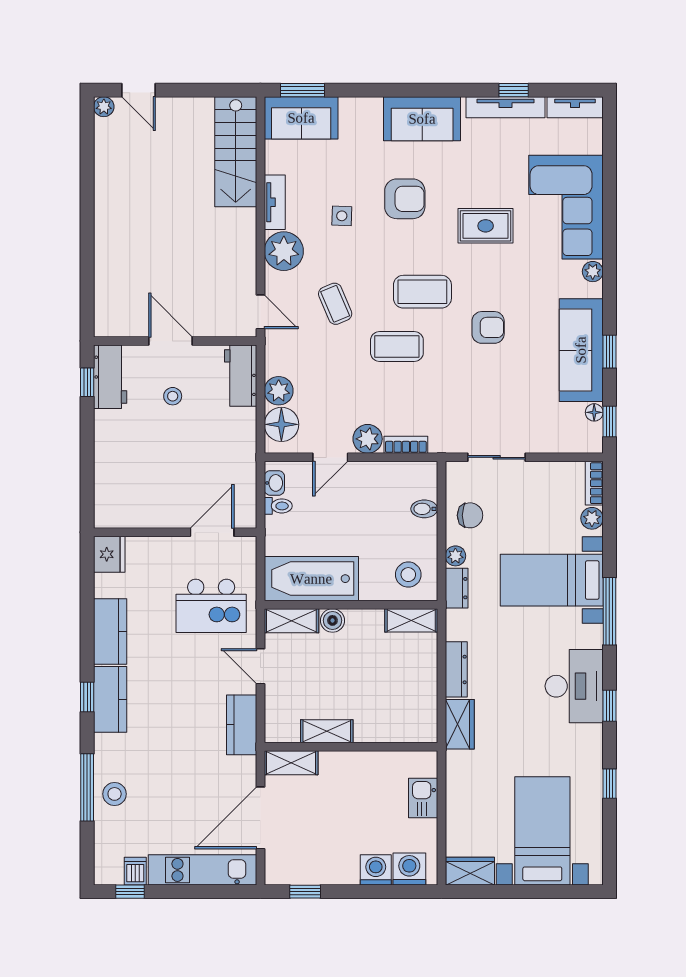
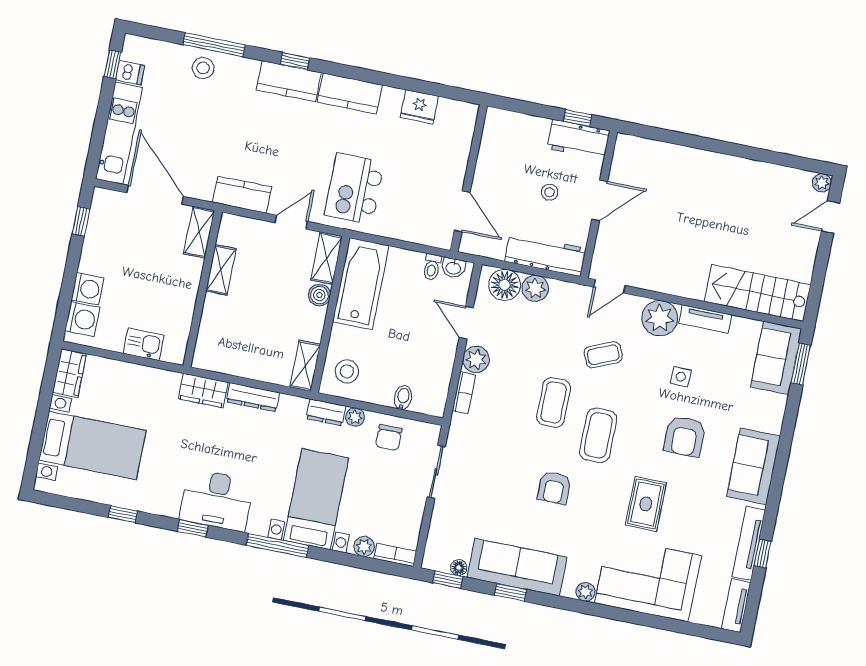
workbench: (241, 376) -> (545, 255), width x1.37
wall: (175, 532) -> (469, 178), moved
door: (212, 532) -> (462, 211), moved

